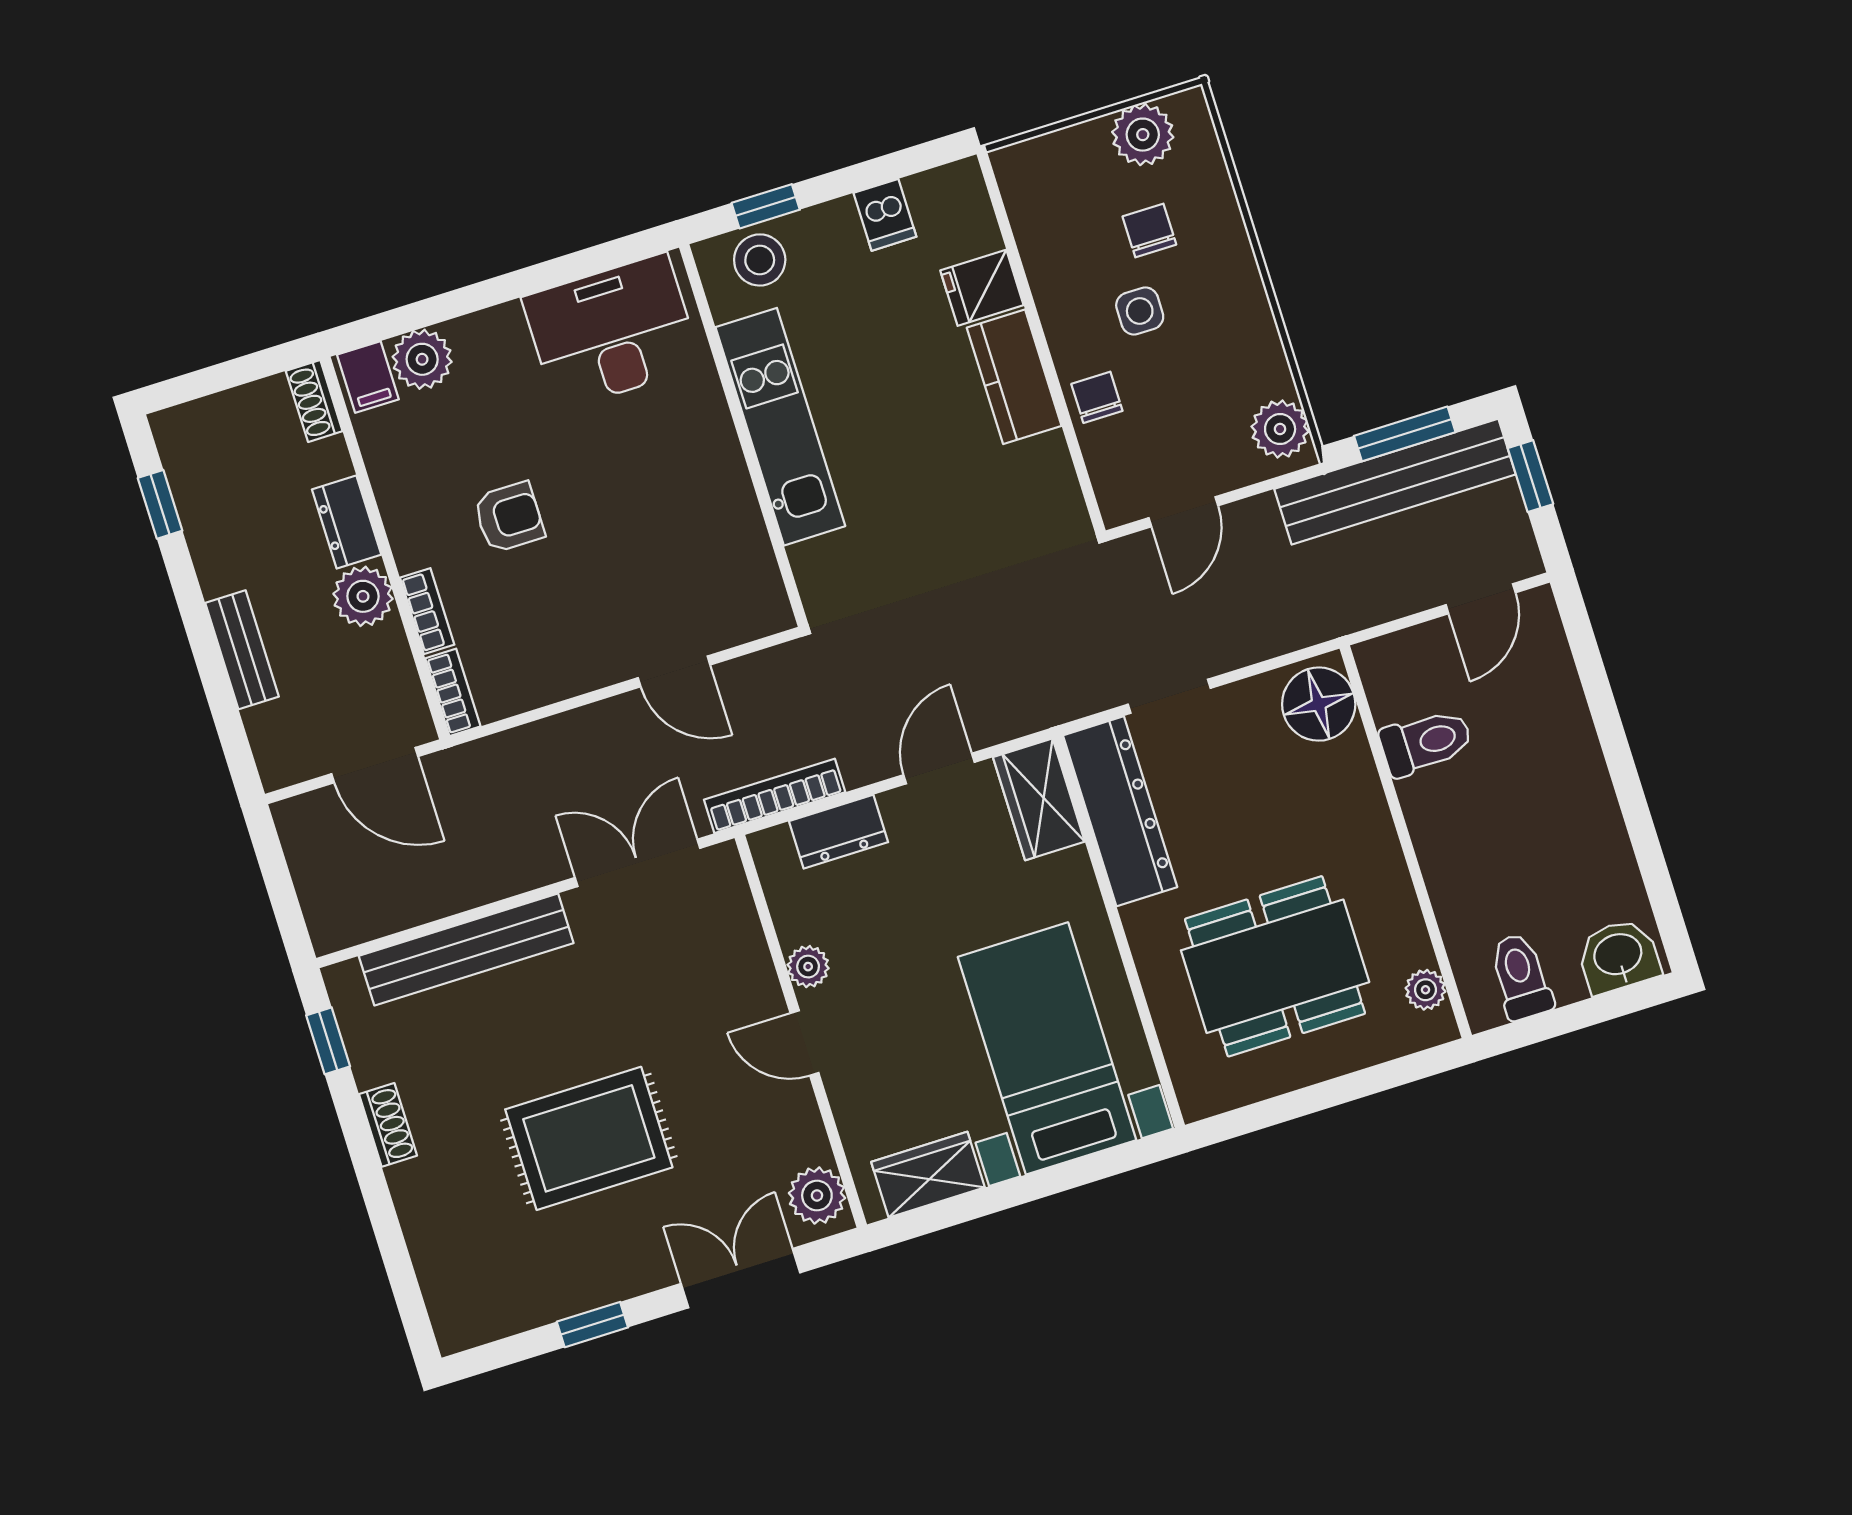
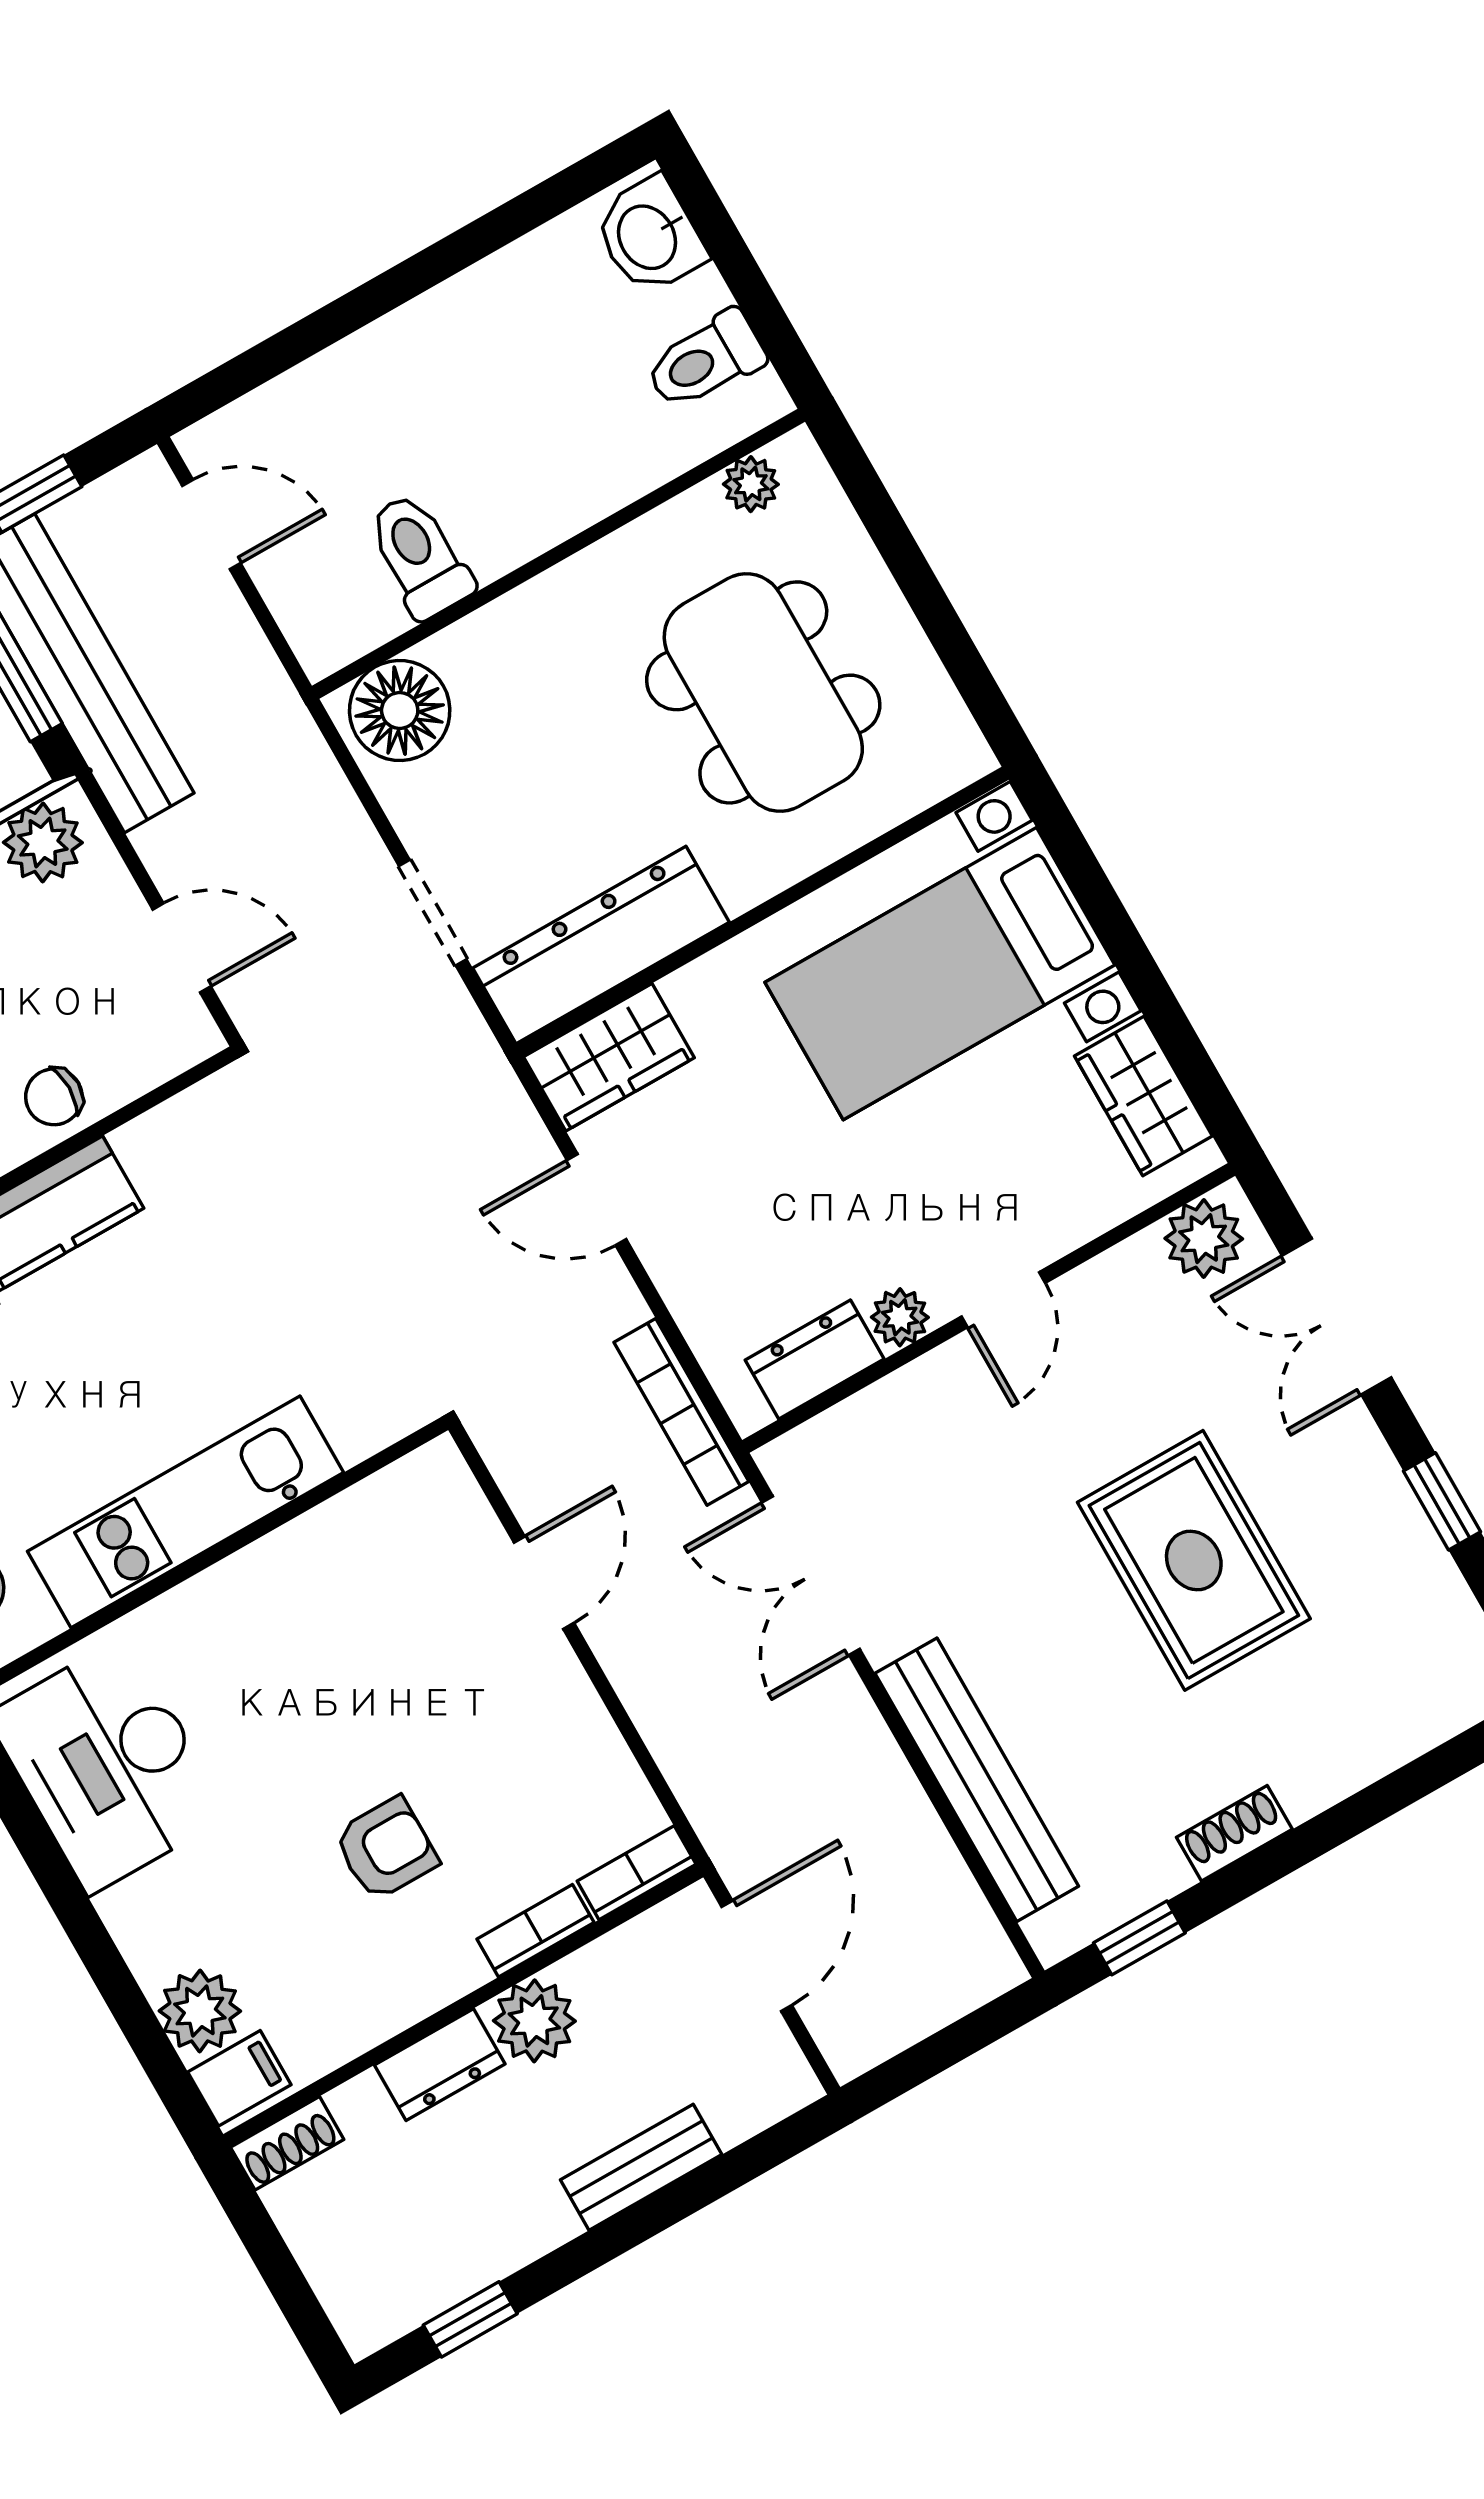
armchair: (509, 517) -> (386, 1849), turned 90
dresser: (839, 832) -> (815, 1359), moved, turned -90

